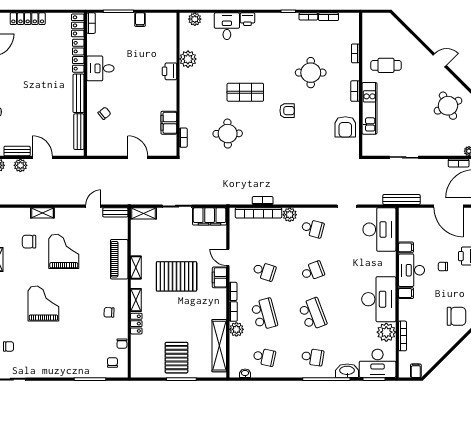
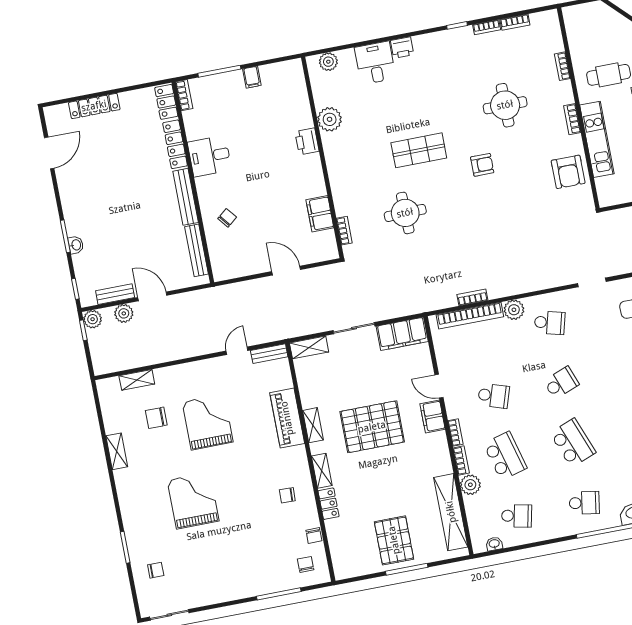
shelving: (42, 213) -> (137, 380), moved

